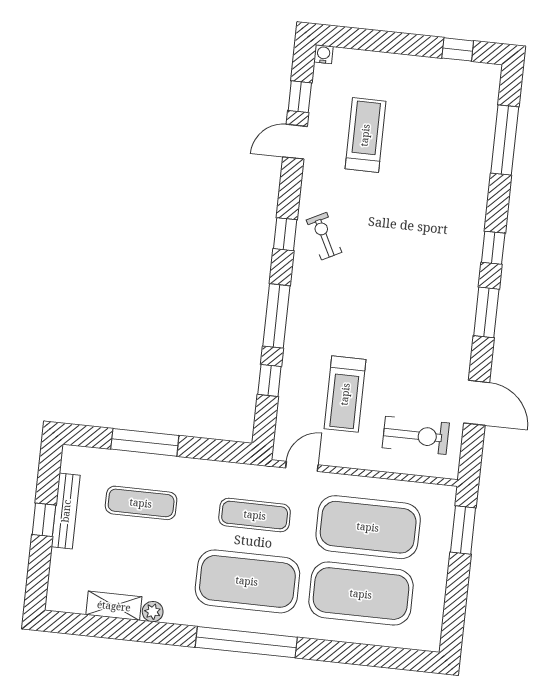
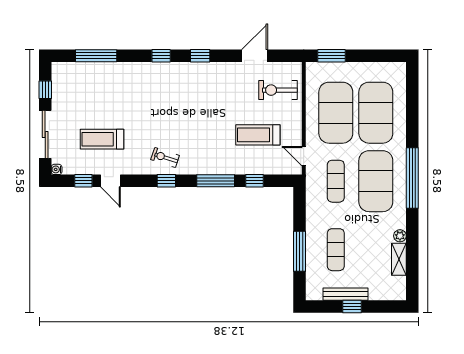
sliding door: (384, 42) -> (45, 134), added
exercise bike: (324, 236) -> (165, 157), turned 45
window: (486, 312) -> (200, 56), width x0.67
treadmill: (345, 394) -> (258, 135), turned 180
exercise bike: (416, 435) -> (278, 90), turned -90

